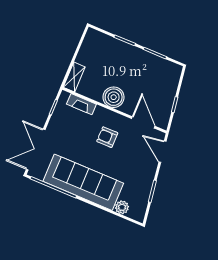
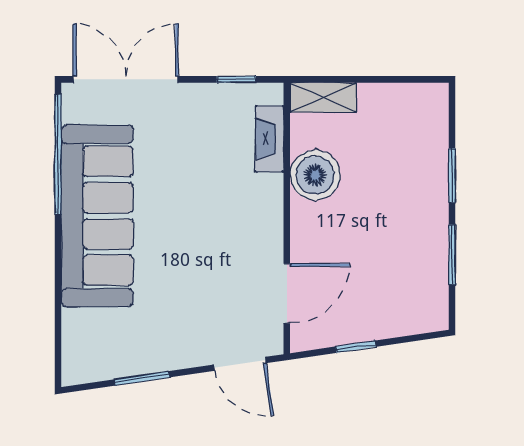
boiler: (114, 97) -> (315, 175), moved
armchair: (107, 137) -> (220, 227), removed
door: (163, 152) -> (240, 364), swing flipped
plant: (122, 207) -> (78, 326), removed

